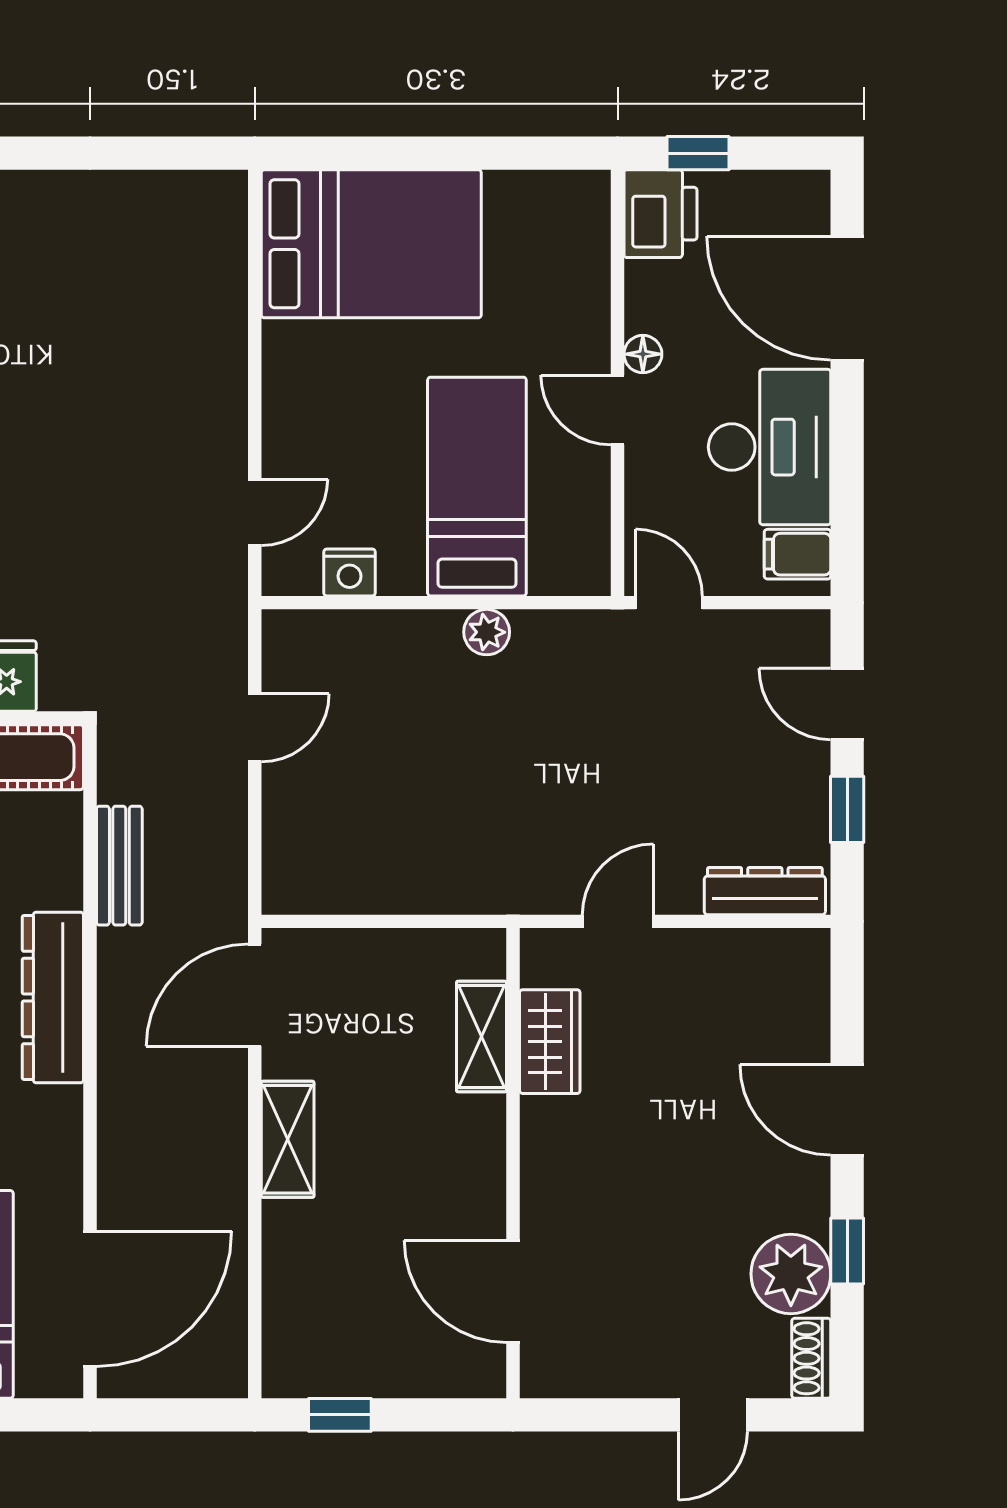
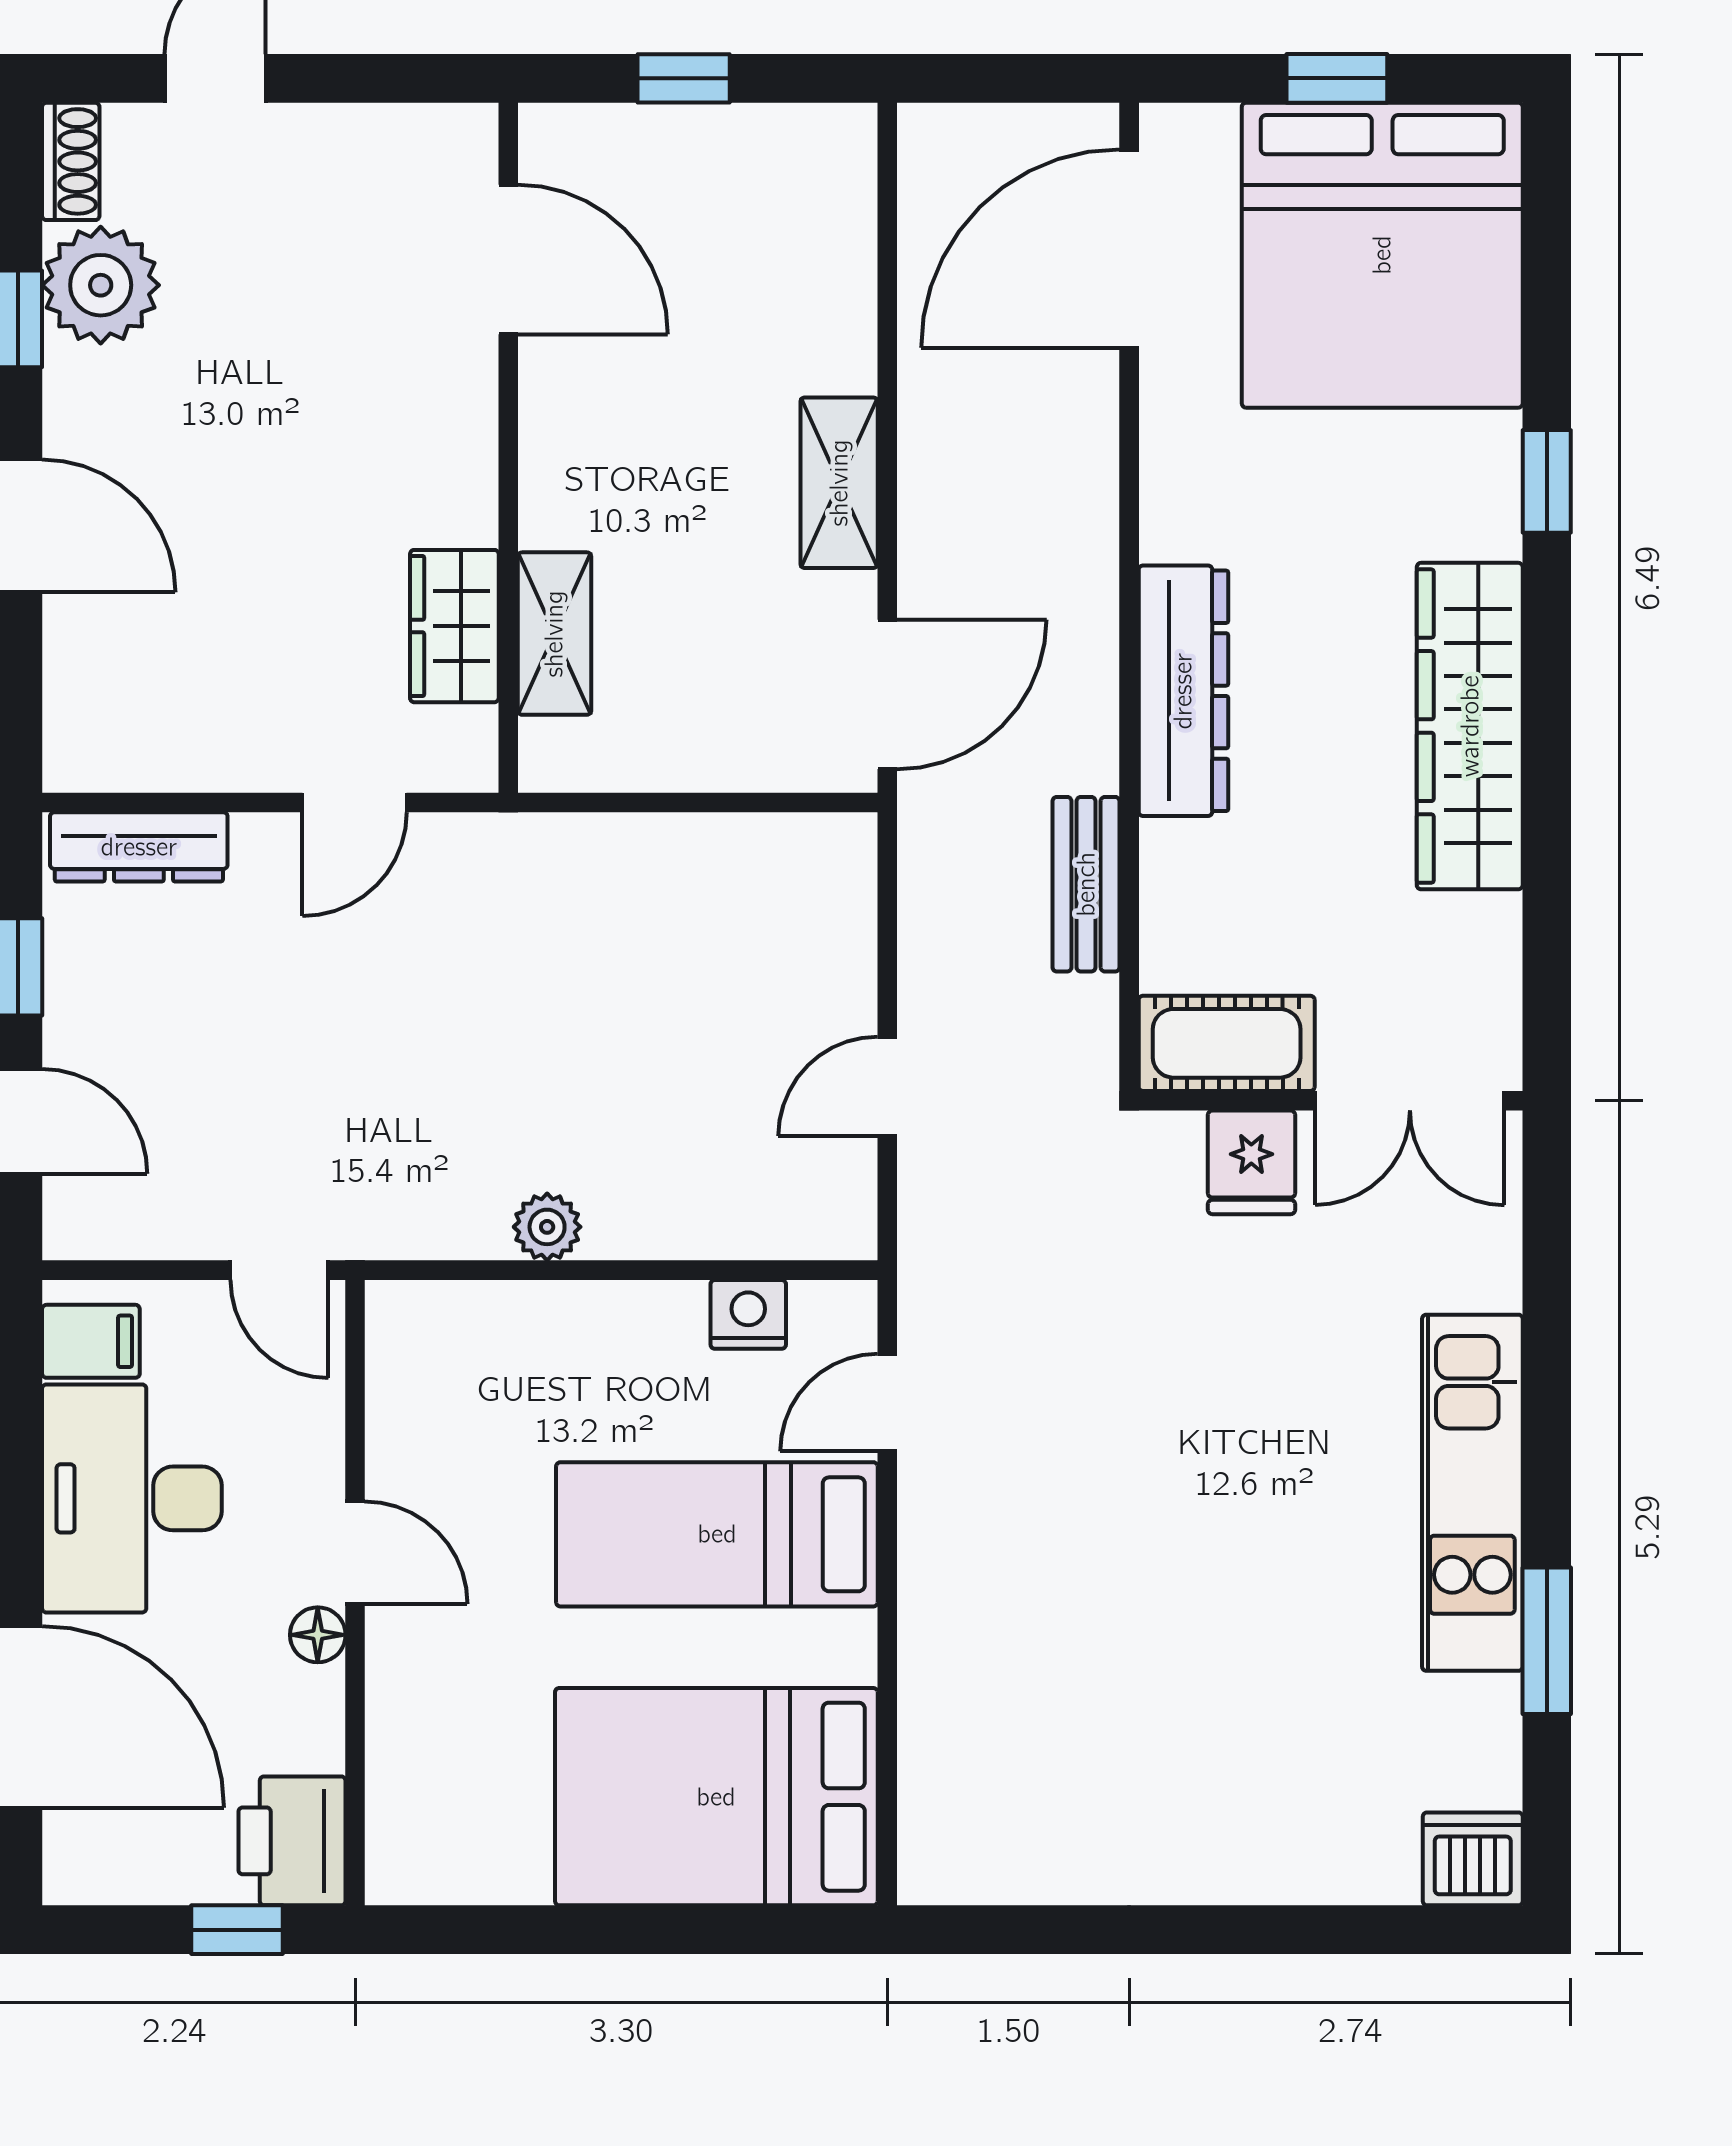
bed: (477, 487) -> (717, 1534), moved, turned 90
window: (340, 1415) -> (684, 78), moved

